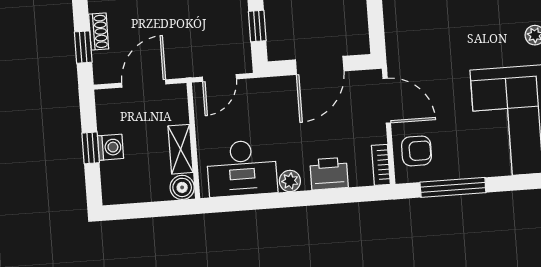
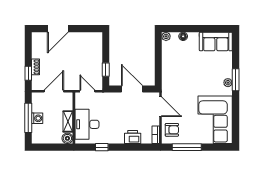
door: (320, 65) -> (132, 89), swing flipped
door: (219, 78) -> (87, 91), swing flipped
window: (91, 148) -> (28, 118), width x2.17
desk: (242, 168) -> (87, 124), moved, turned 90
plant: (290, 181) -> (115, 139), removed
window: (261, 202) -> (102, 147), added

